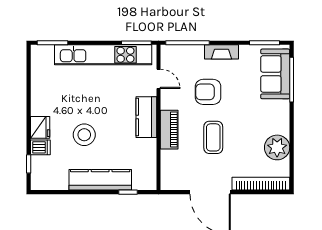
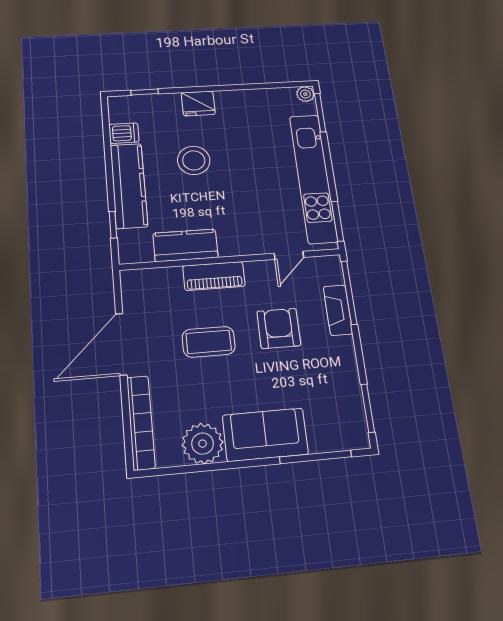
plant: (37, 51) -> (305, 94), added
fireplace: (222, 52) -> (338, 310), moved
sofa: (275, 74) -> (265, 435), moved
kitchen counter: (146, 117) -> (185, 245), moved
dishwasher: (40, 147) -> (124, 133), moved, turned -90

